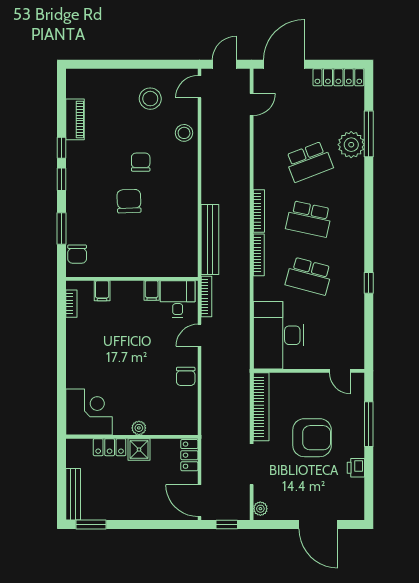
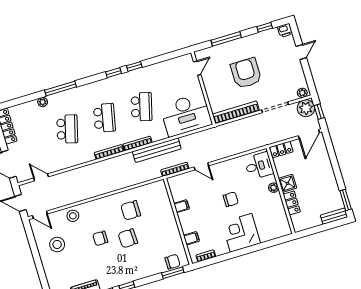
window: (369, 134) -> (61, 89), moved
plant: (351, 145) -> (43, 102), width x0.53, depth x0.53
school desk: (309, 162) -> (67, 129), turned 36
chair: (167, 217) -> (131, 210), added
window: (61, 228) -> (173, 273), moved
bench: (210, 240) -> (157, 150), moved
window: (369, 251) -> (113, 73), added
desk: (178, 299) -> (259, 166), moved, turned 180
chair: (186, 376) -> (231, 199), moved
corner desk: (89, 412) -> (241, 233), moved
printer: (356, 468) -> (285, 30), moved
window: (369, 483) -> (265, 27), added
bench: (73, 494) -> (334, 216), width x0.73
plant: (237, 507) -> (306, 108), added
door: (318, 525) -> (301, 52), width x0.53

